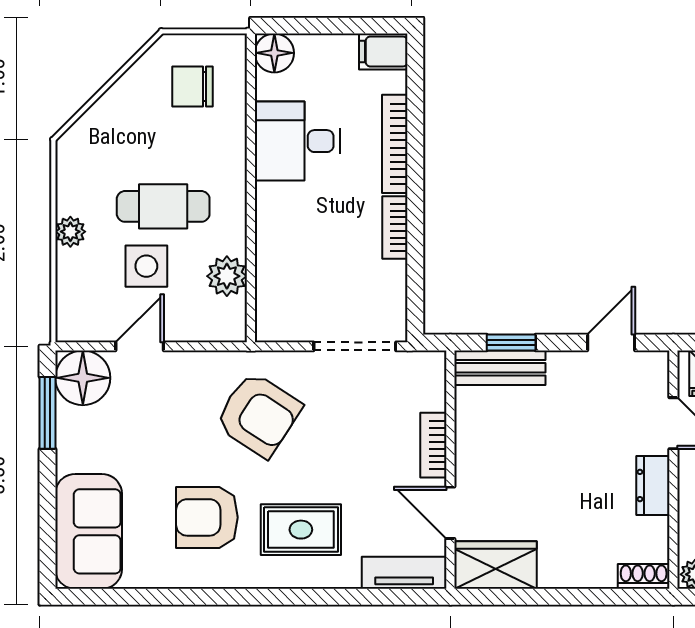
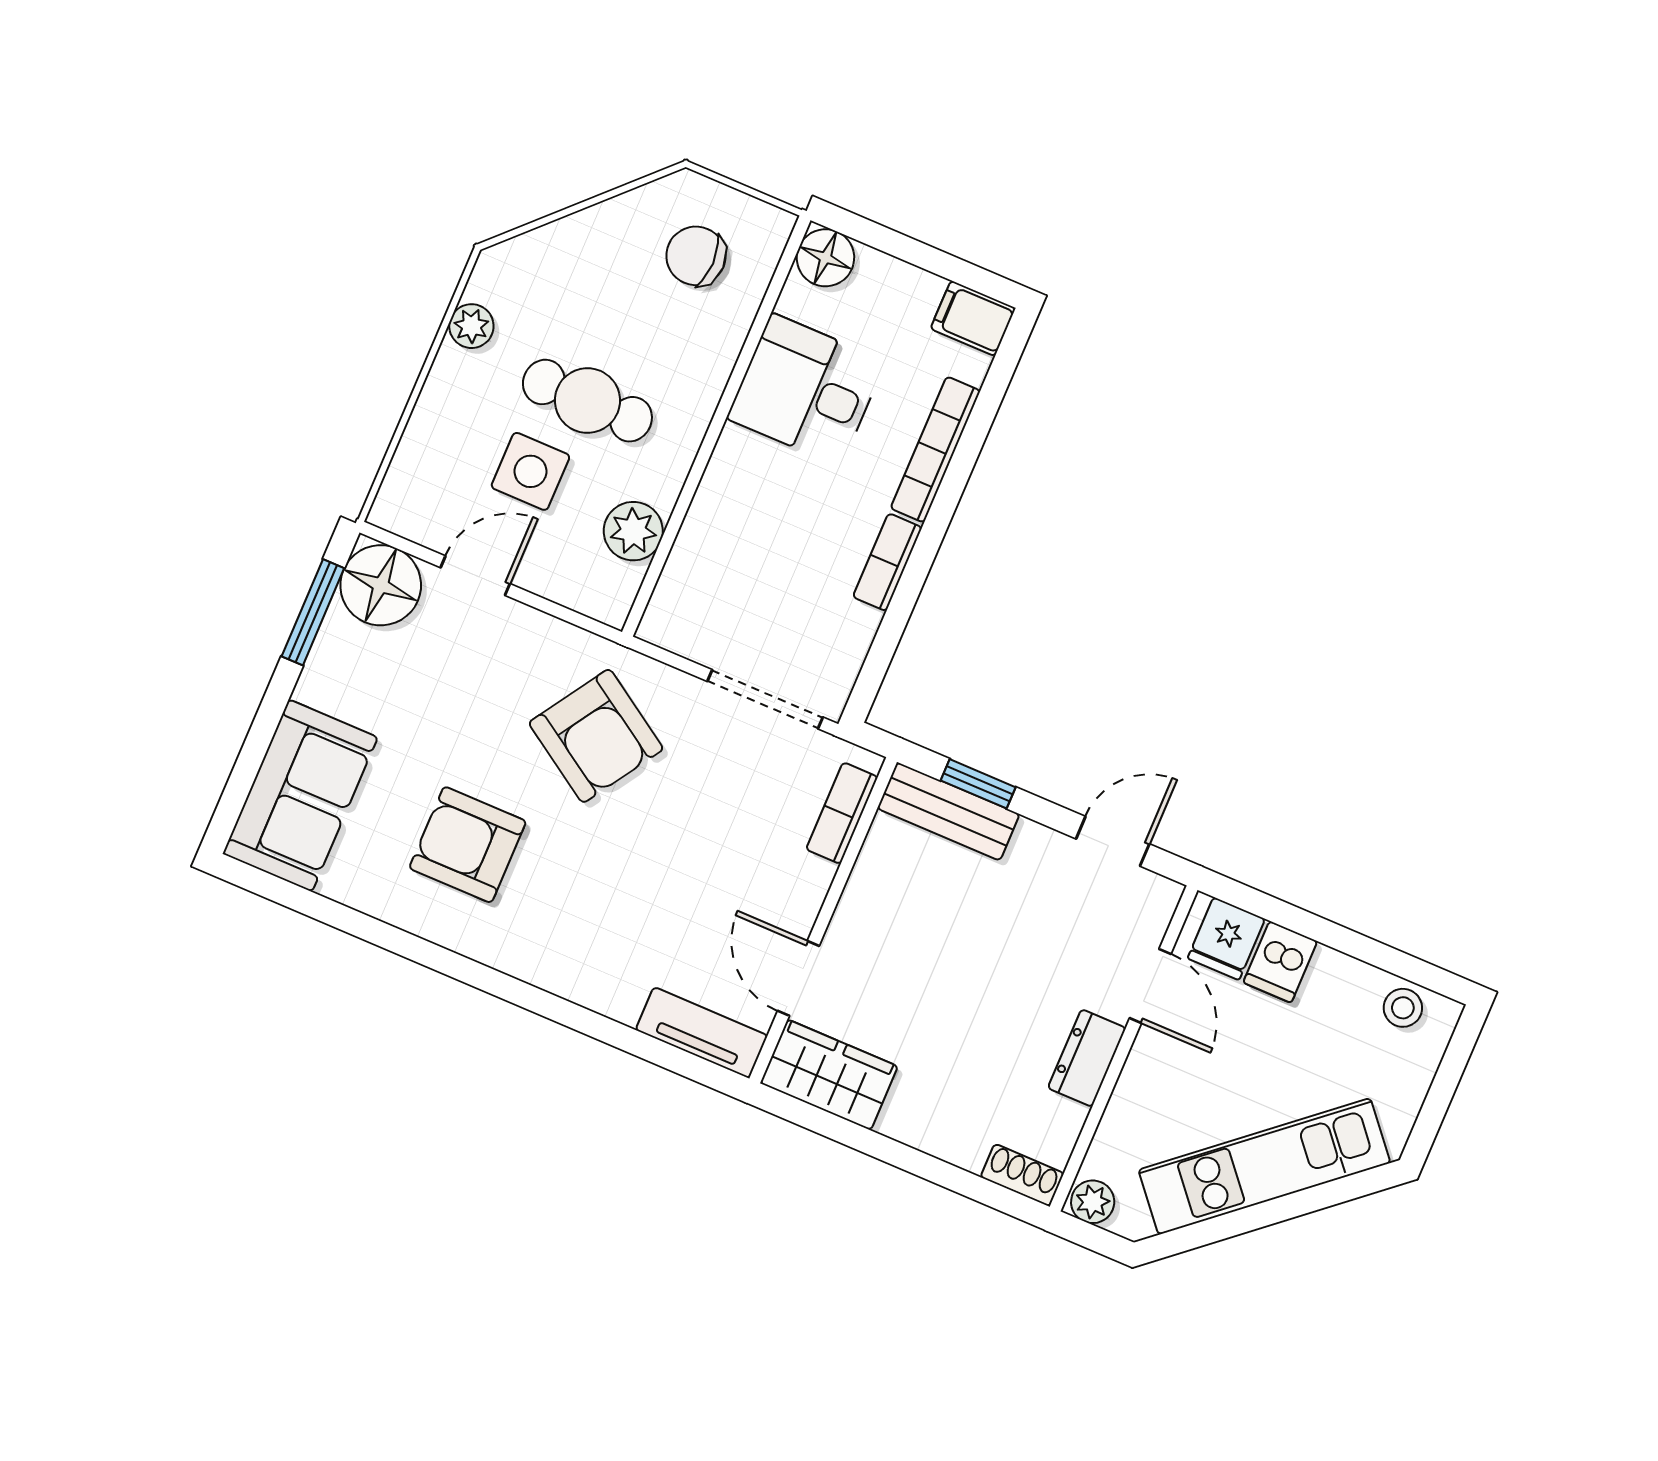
plant: (70, 232) -> (471, 326), moved
bookcase: (433, 445) -> (842, 813), moved
rug: (301, 530) -> (587, 915), removed

